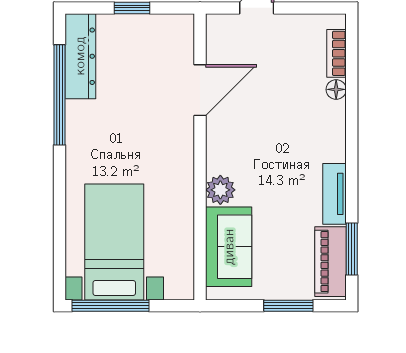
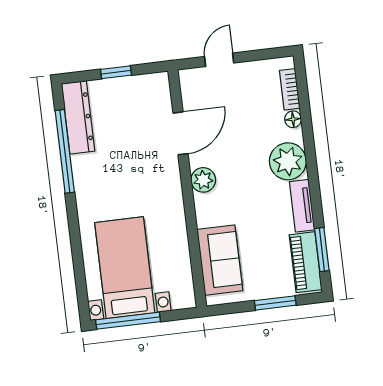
plant: (324, 139) -> (288, 161), added
plant: (220, 190) -> (203, 180), moved

